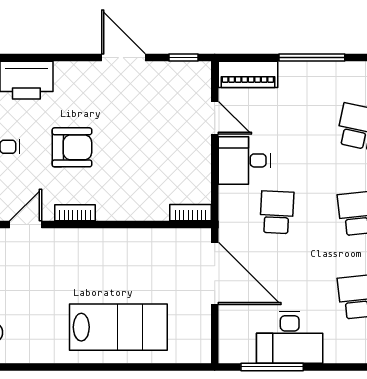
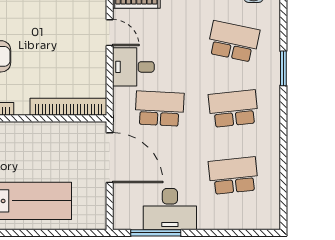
school desk: (277, 212) -> (160, 109), width x1.85
bookcase: (190, 213) -> (68, 107), width x2.31, depth x1.31

